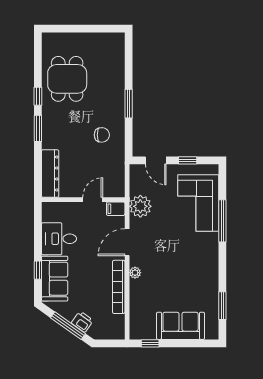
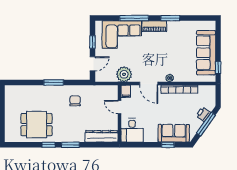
desk: (59, 239) -> (132, 130), moved
piano: (211, 250) -> (154, 26), added
window: (222, 306) -> (170, 18), moved
sofa: (181, 326) -> (206, 53), width x1.36

